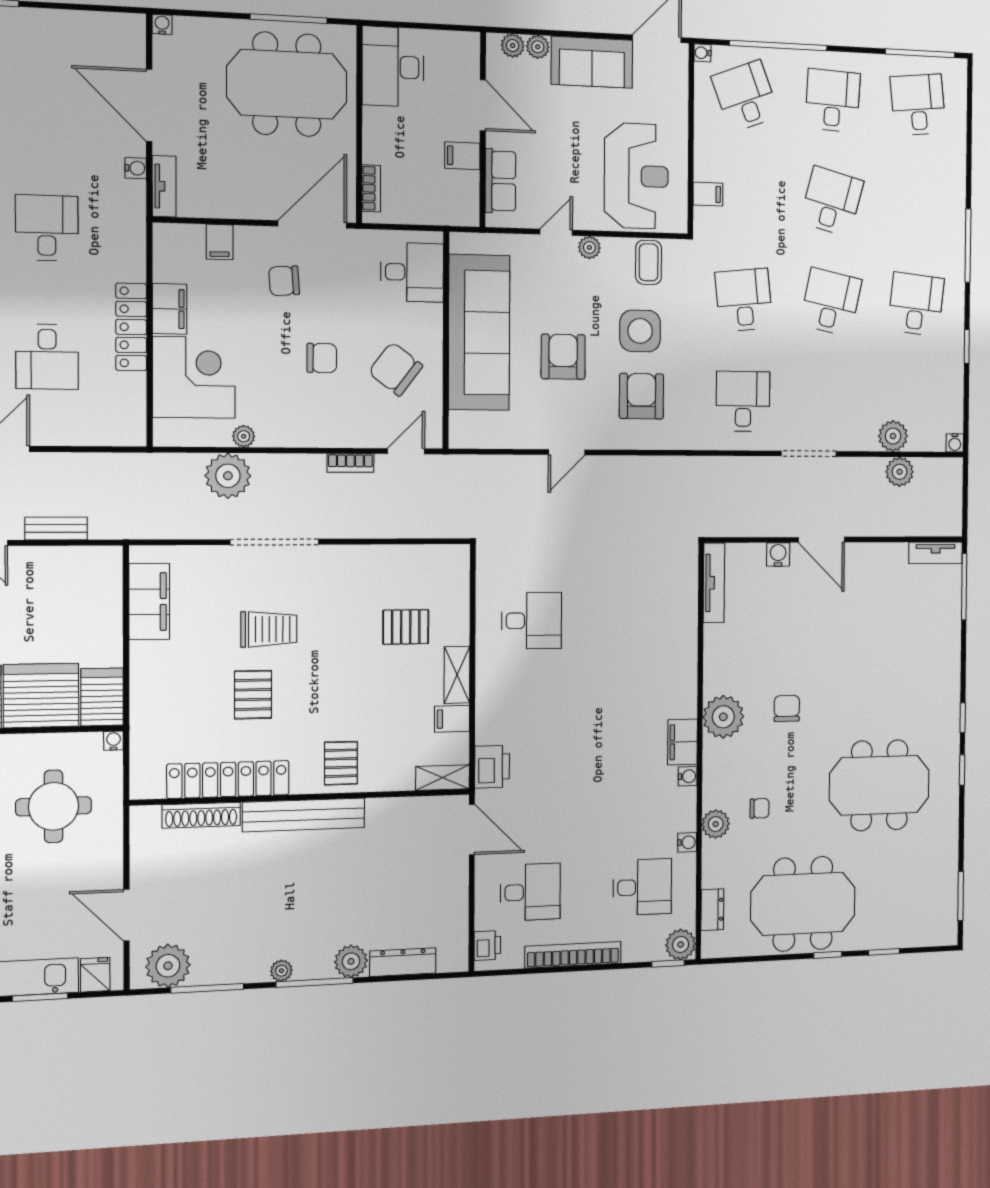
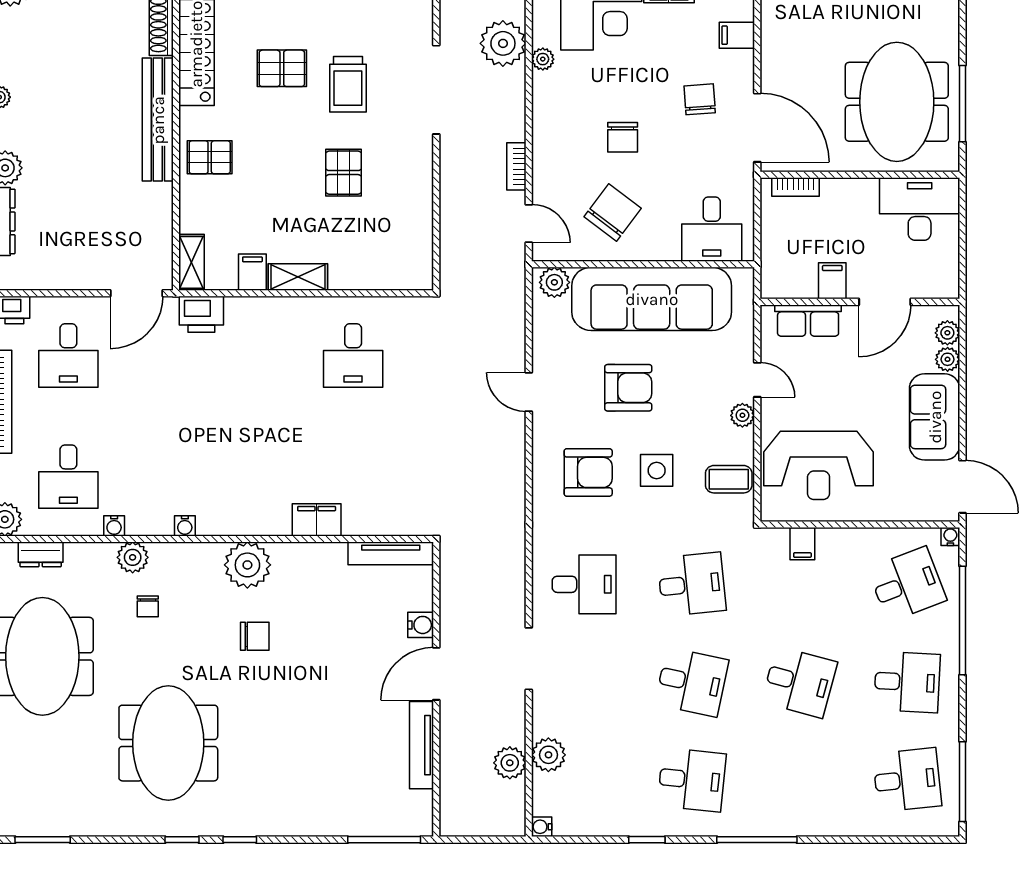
side table: (640, 331) -> (657, 470), width x0.73, depth x0.73
plant: (463, 427) -> (554, 282), added
tv unit: (936, 553) -> (421, 745), moved, width x1.41
pallet: (406, 627) -> (344, 173), moved
filing cabinet: (683, 742) -> (317, 520), moved

